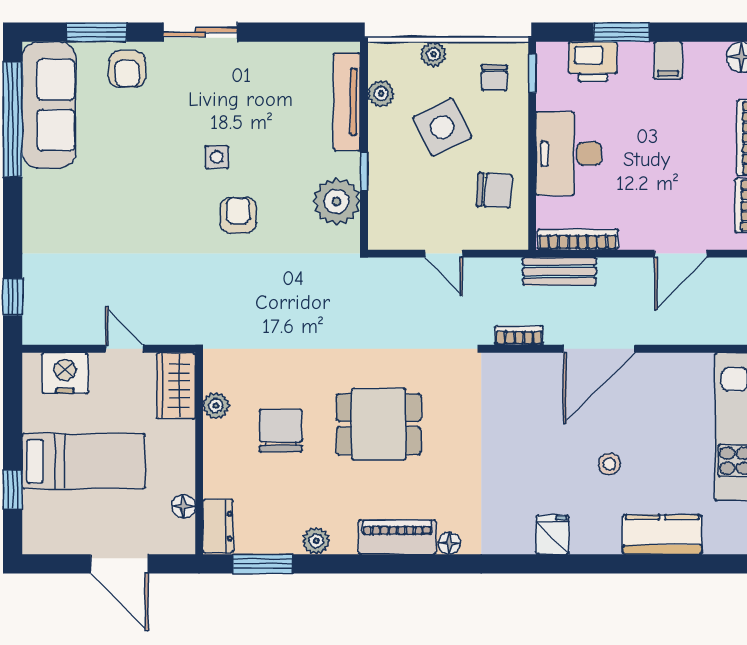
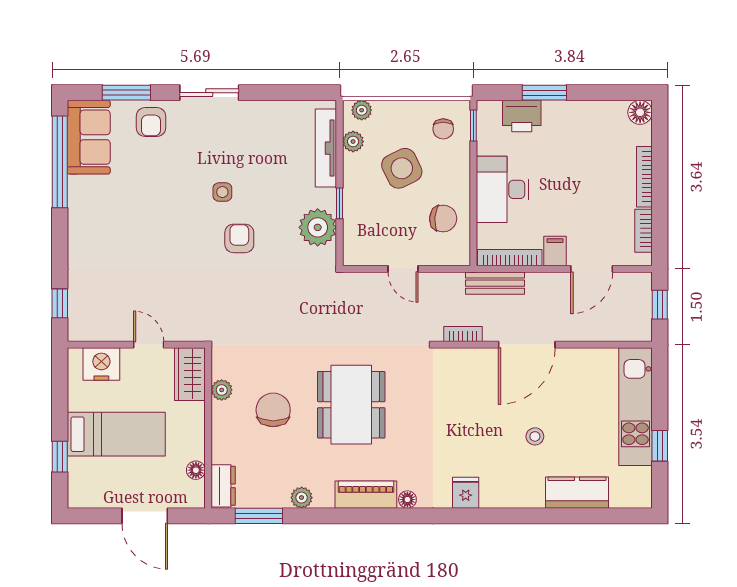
plant: (433, 54) -> (362, 110), moved
filing cabinet: (668, 60) -> (555, 251), moved, turned 180
sofa: (49, 105) -> (89, 137), width x0.73
dining table: (379, 424) -> (351, 405), width x1.38
fridge: (553, 535) -> (466, 493), moved

